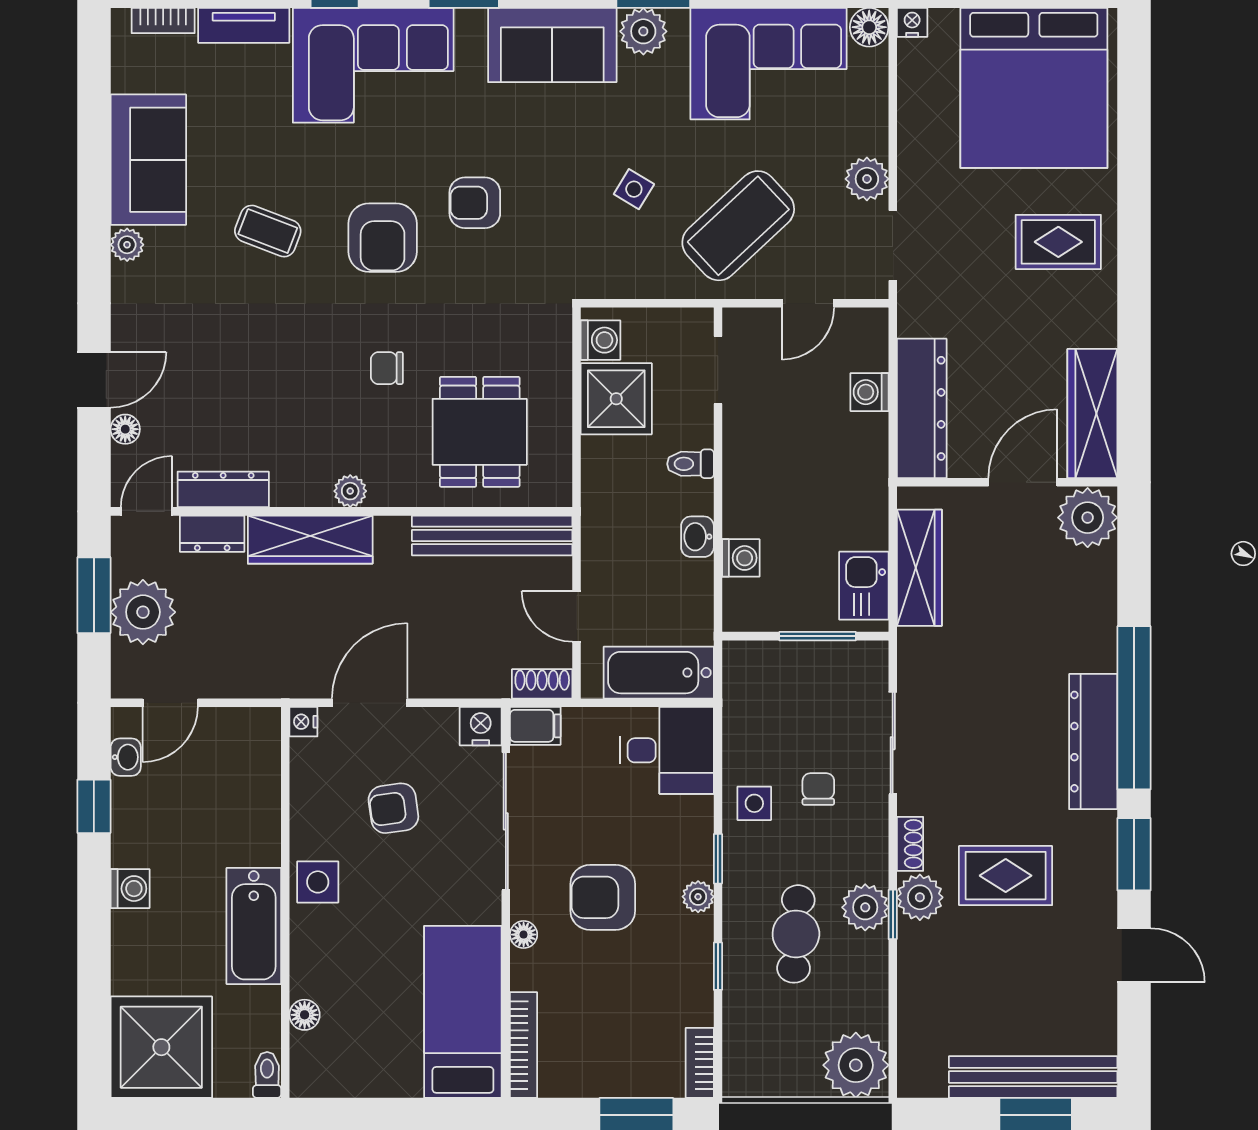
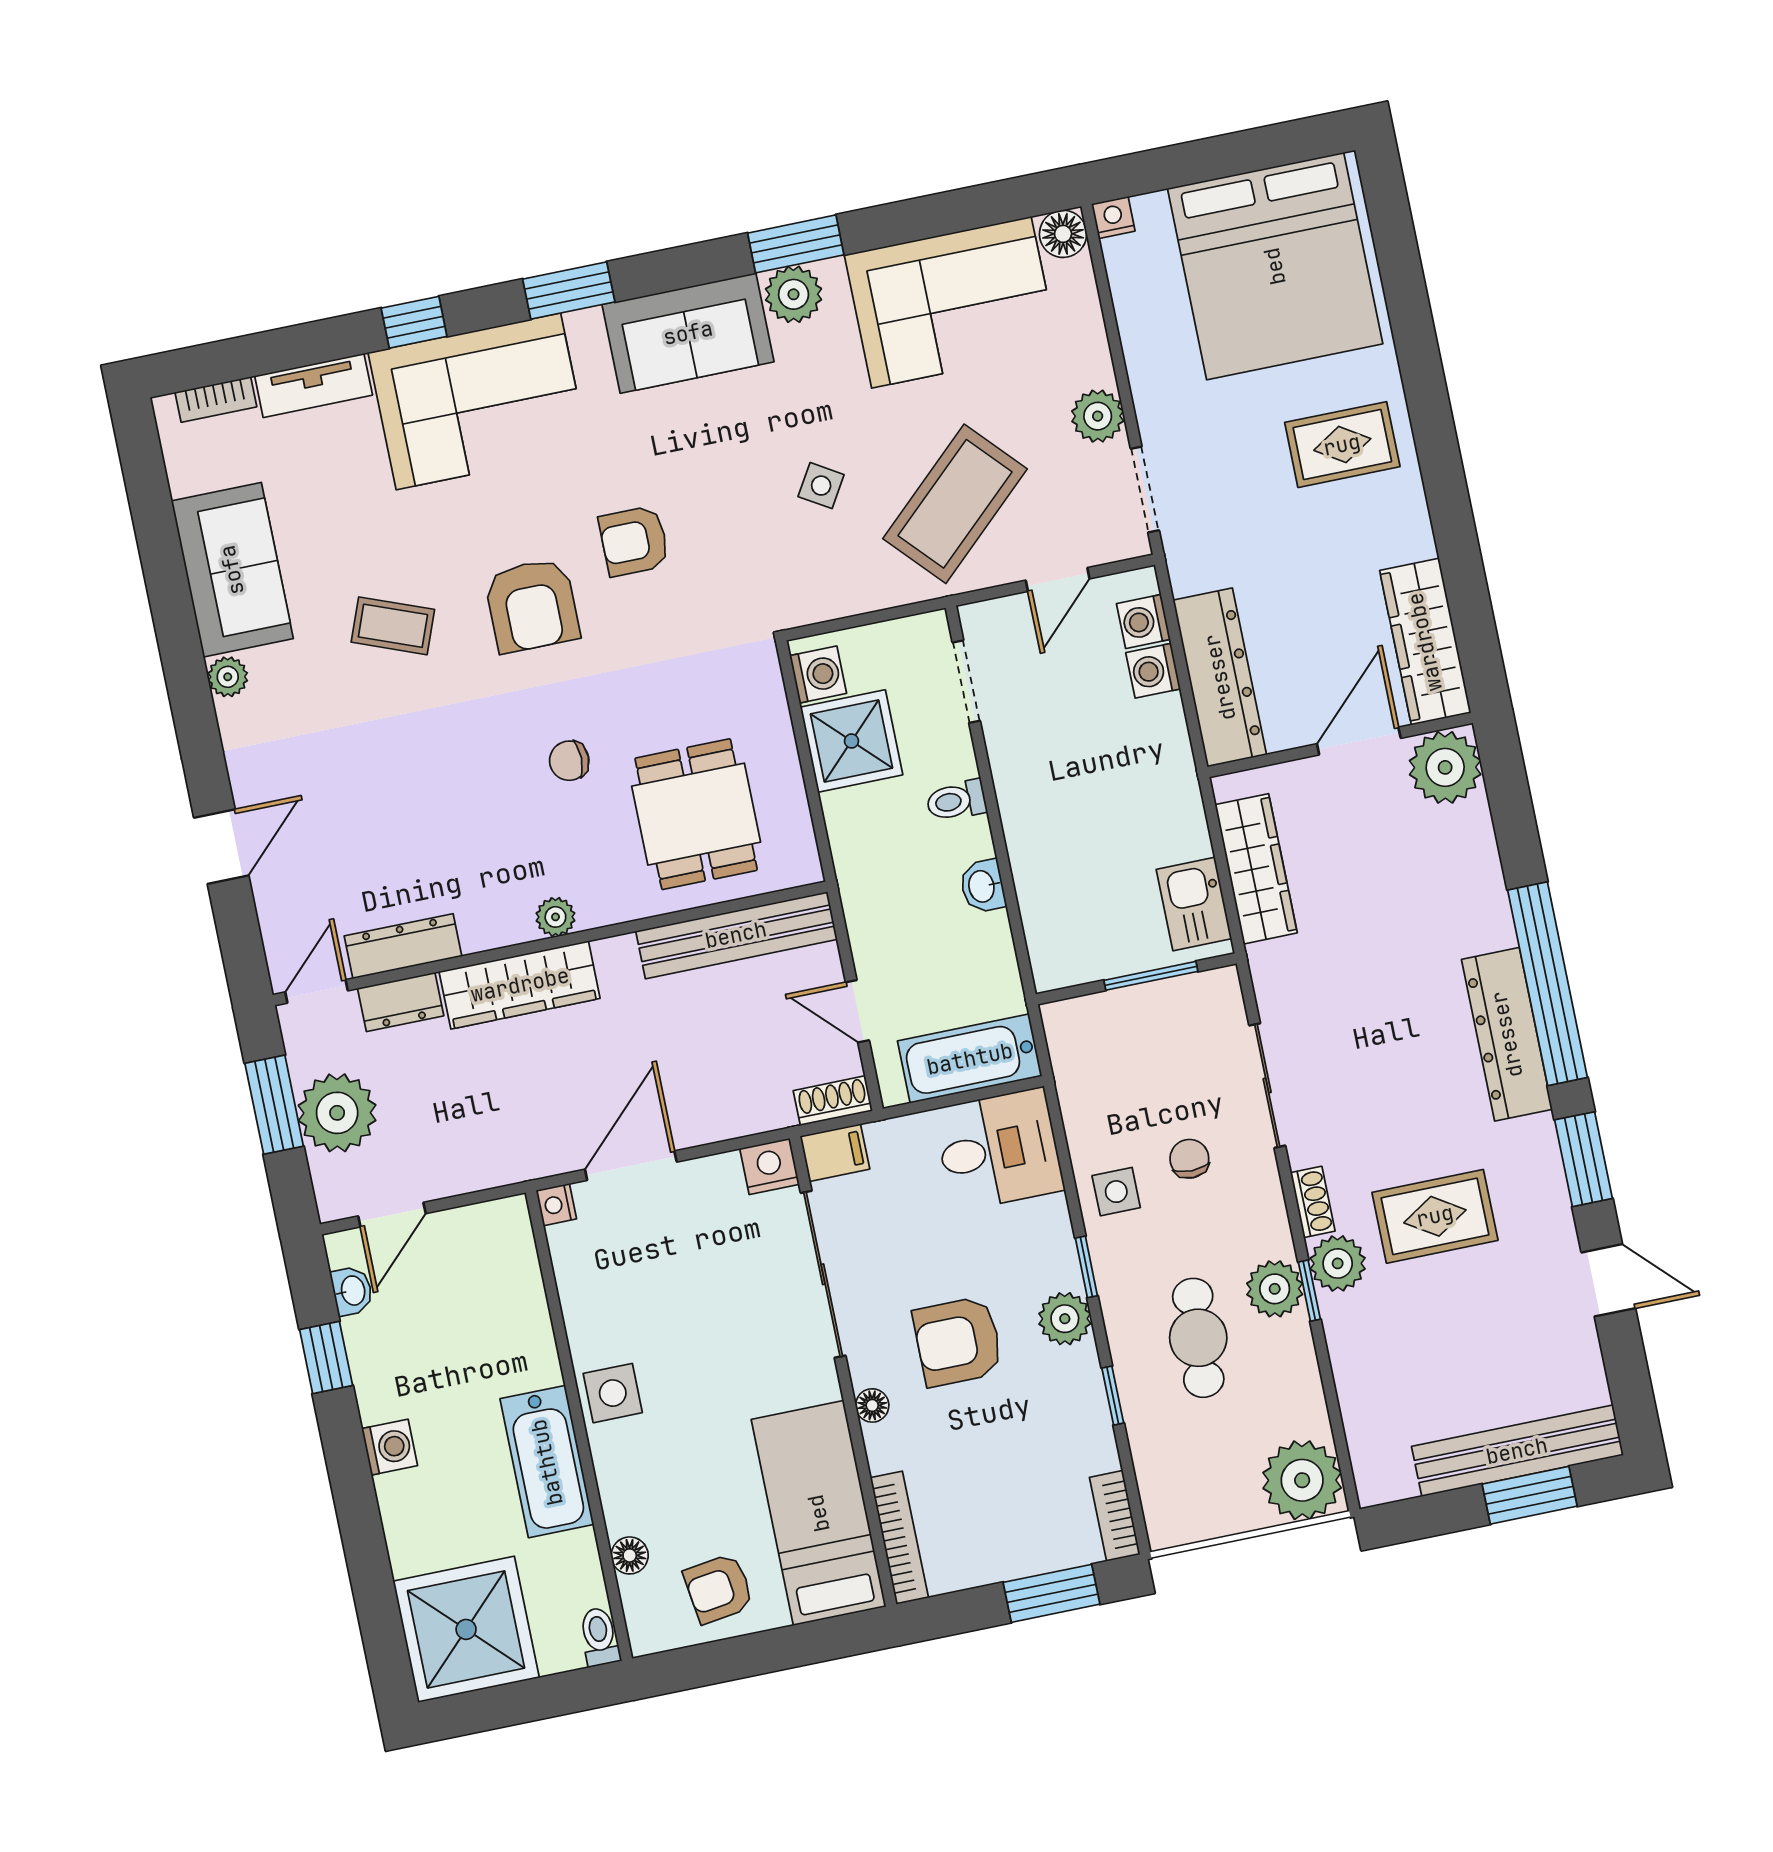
floor lamp: (125, 429) -> (271, 898), removed
washing machine: (741, 558) -> (1143, 621), moved, turned 180
armchair: (393, 808) -> (719, 1589), moved
plant: (698, 897) -> (1065, 1319), width x1.38, depth x1.38

